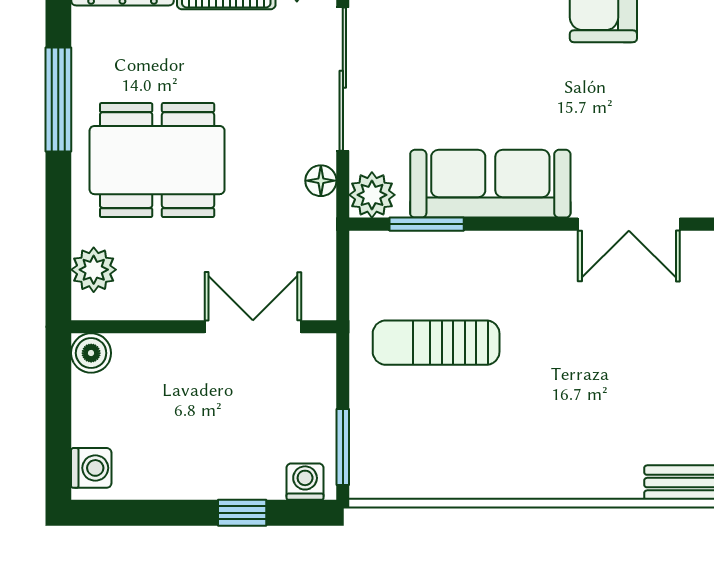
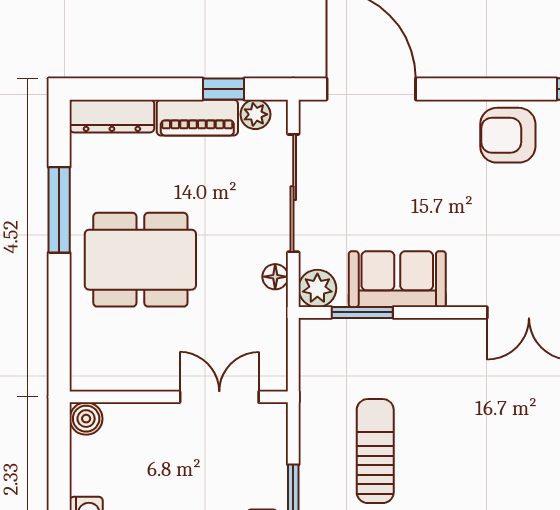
sofa: (490, 184) -> (397, 279), width x0.73
plant: (94, 270) -> (88, 350), removed
sun lounger: (436, 343) -> (375, 451), moved, turned 90

